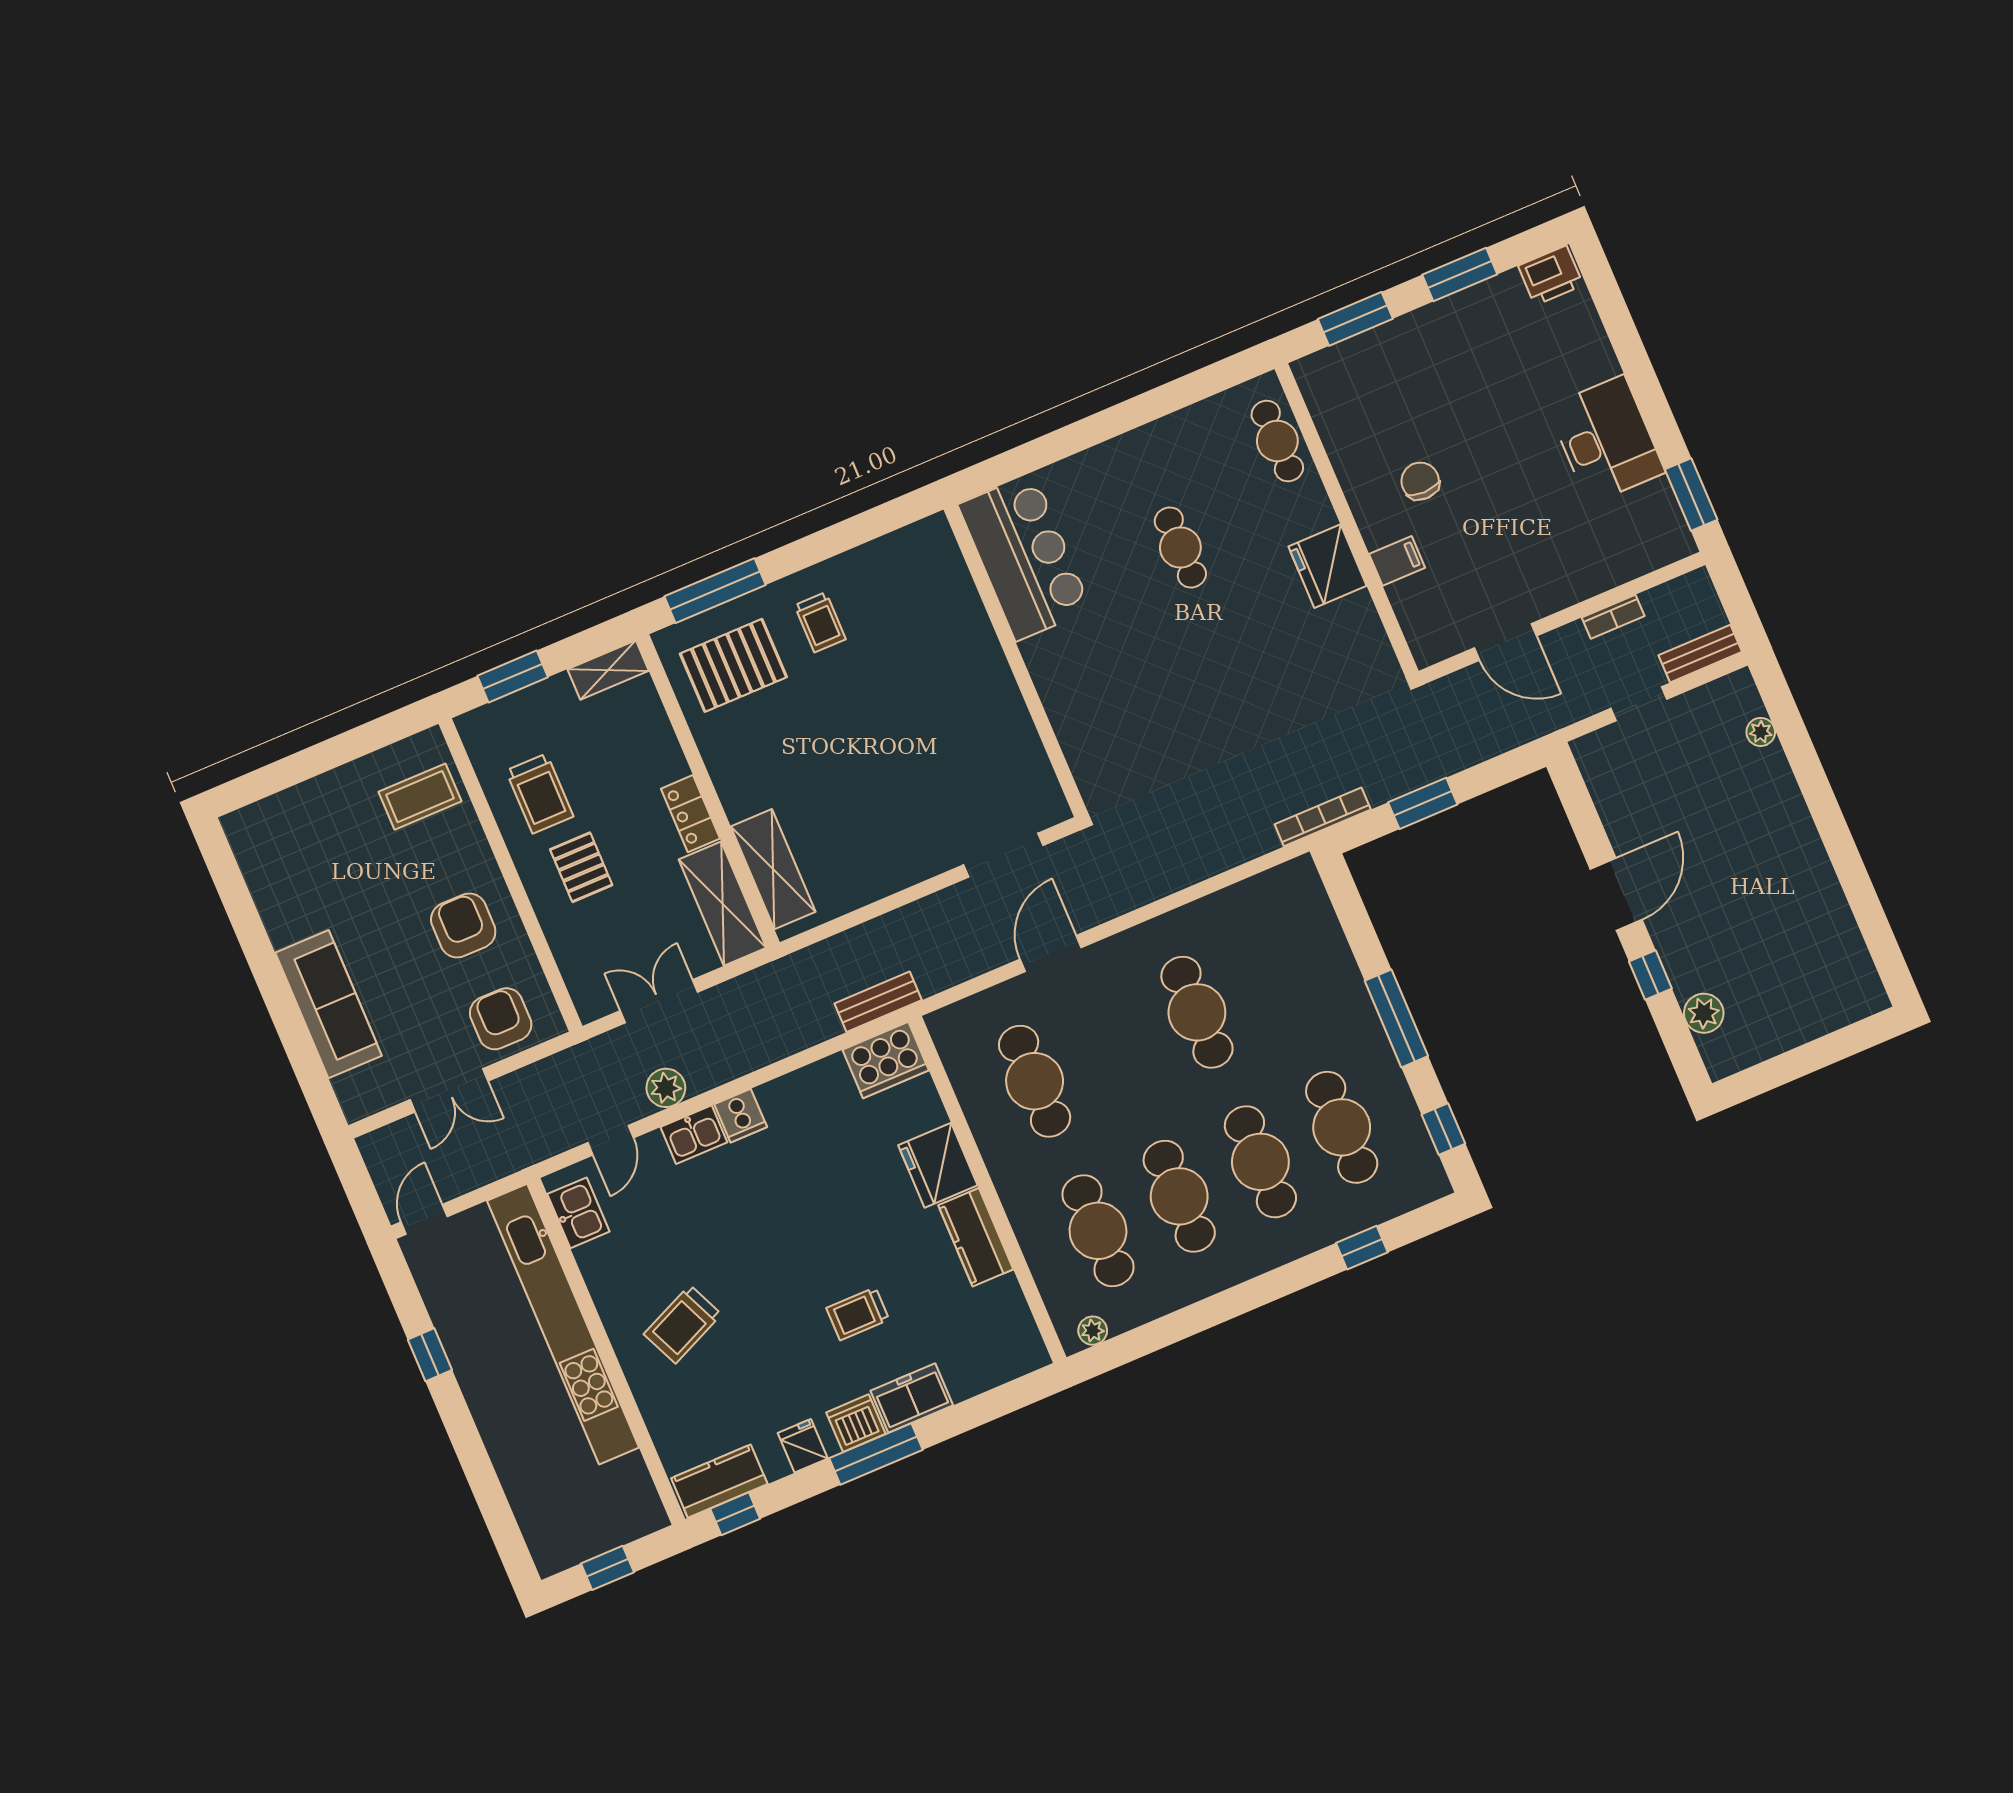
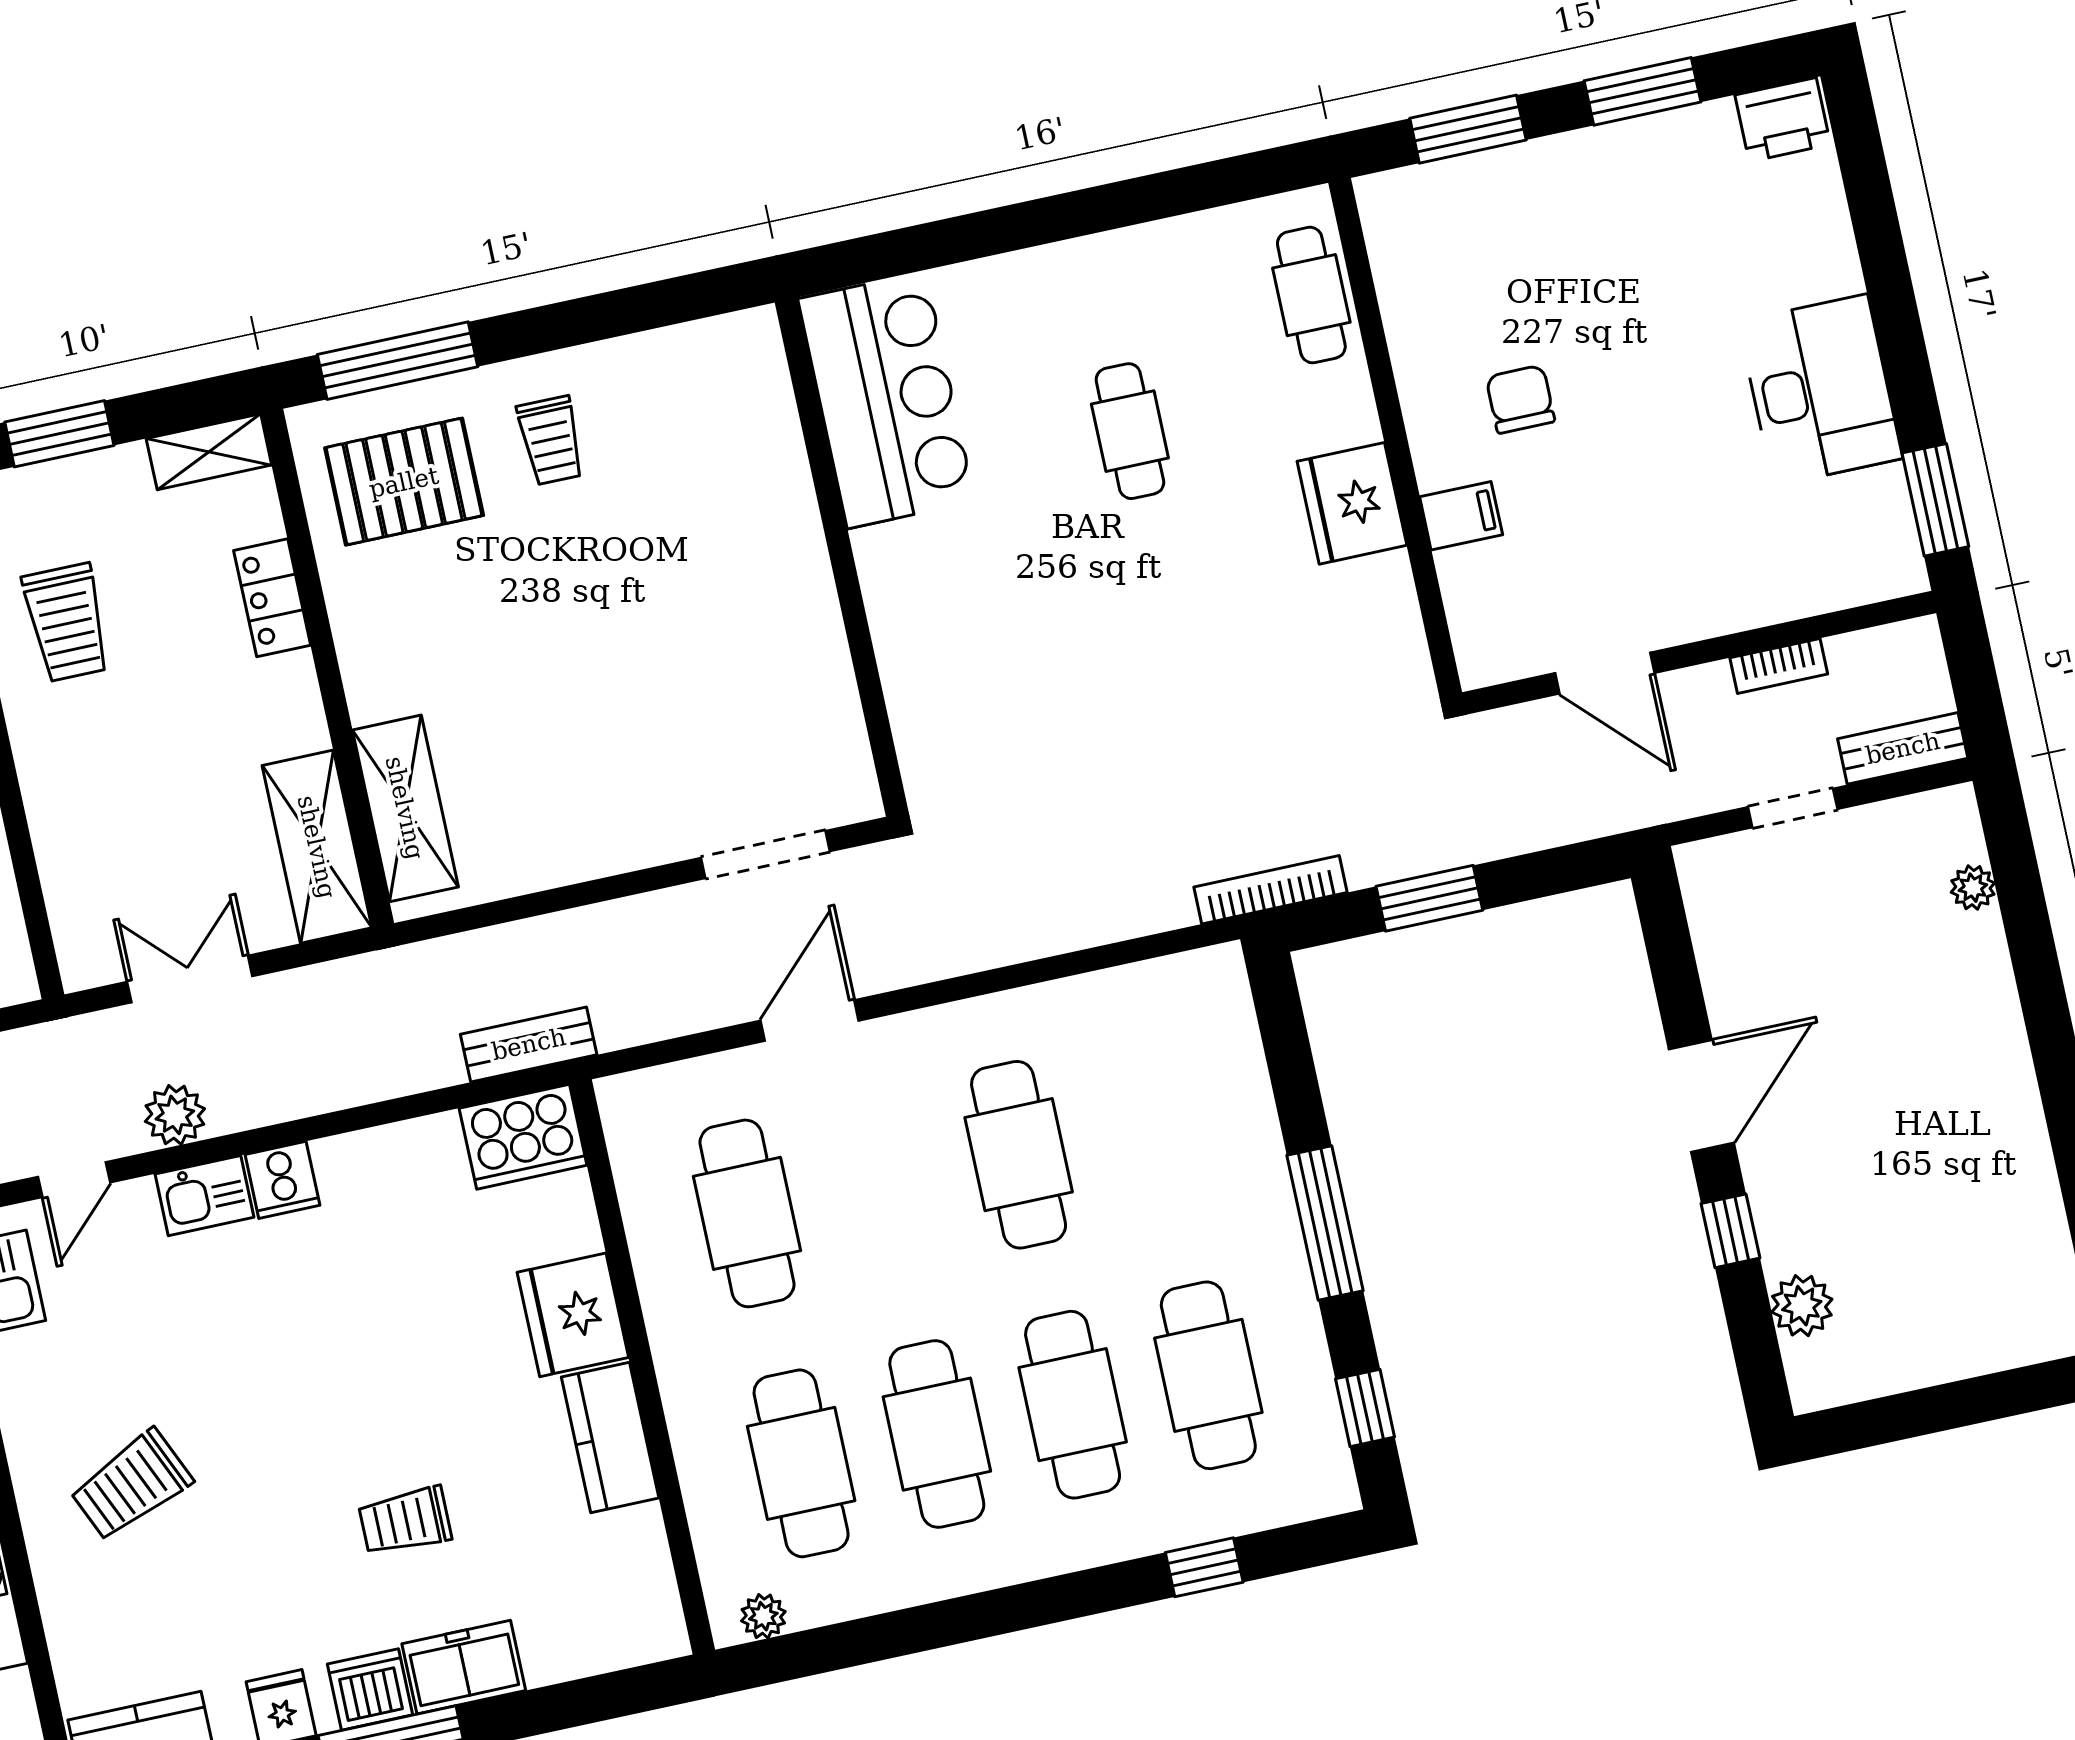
locker: (690, 814) -> (272, 598), moved
pallet: (581, 867) -> (109, 749), removed

